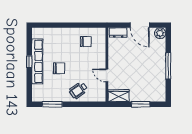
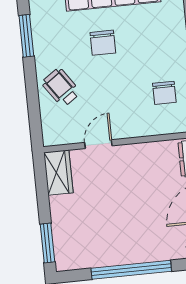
window: (168, 66) -> (131, 270), width x1.46
window: (141, 104) -> (47, 243), moved

